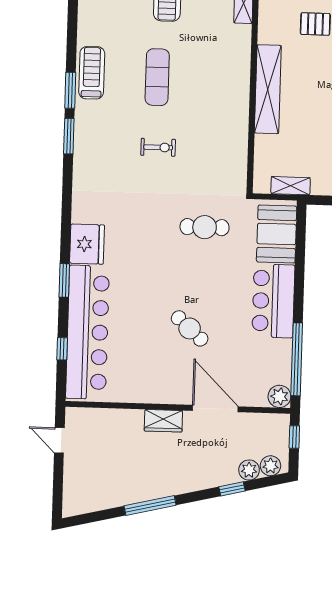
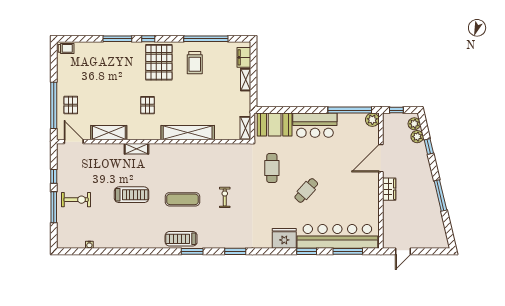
window: (69, 136) -> (235, 251), moved
shelving: (291, 186) -> (245, 128), moved
cafe table: (190, 328) -> (306, 190), moved
window: (62, 349) -> (348, 251), width x2.17

